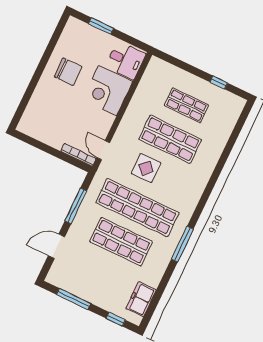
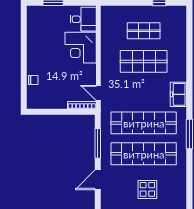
chair: (68, 72) -> (33, 80), moved, width x0.54, depth x0.54
display table: (146, 168) -> (147, 189), moved
shop shelf: (121, 242) -> (144, 154), width x1.40
freezer: (141, 299) -> (178, 94), moved

